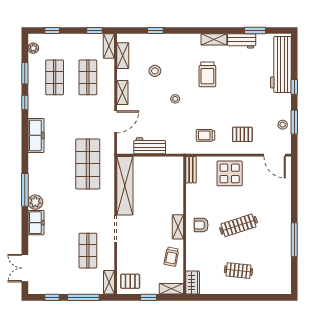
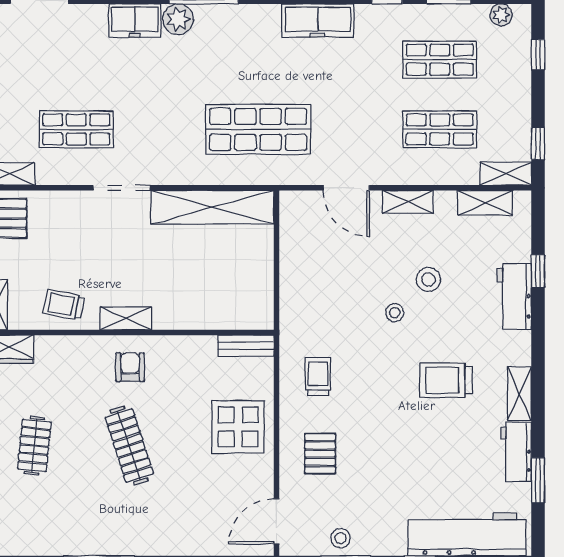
stool: (155, 71) -> (428, 279), moved
workbench: (150, 146) -> (514, 296), moved, turned 180

